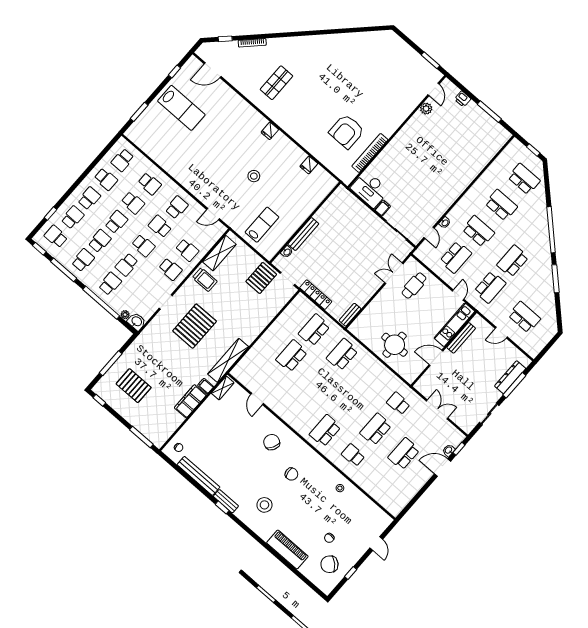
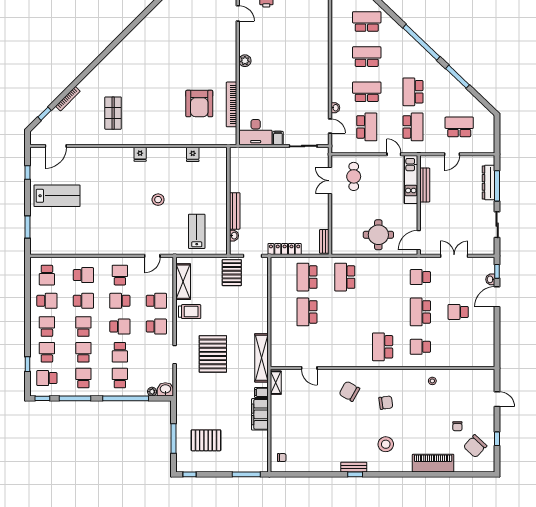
plant: (426, 109) -> (245, 61), moved
door: (436, 358) -> (419, 240), moved
school desk: (404, 454) -> (458, 312), width x0.54
bench: (198, 476) -> (316, 466), removed

